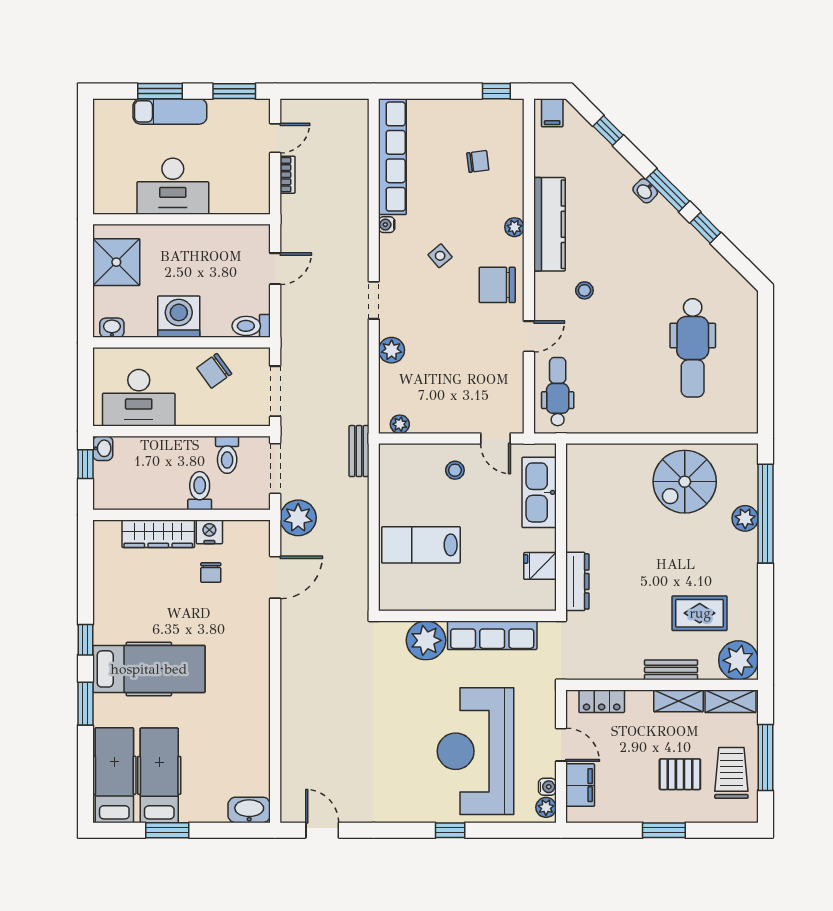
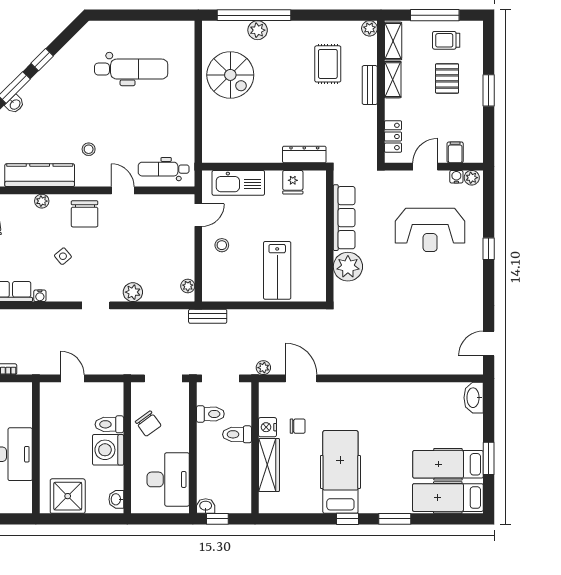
toilet: (251, 326) -> (109, 424), moved, turned 90
plant: (298, 518) -> (263, 368), width x0.53, depth x0.53
plant: (738, 660) -> (369, 28), width x0.53, depth x0.53
hospital bed: (149, 669) -> (340, 472), moved
reception desk: (475, 751) -> (430, 230), width x0.74, depth x0.77
trolley: (731, 773) -> (446, 40), width x0.73, depth x0.72
filing cabinet: (580, 785) -> (455, 152), width x0.50

